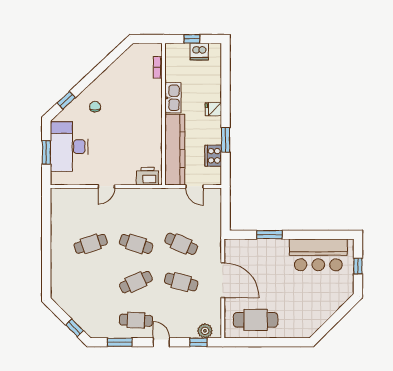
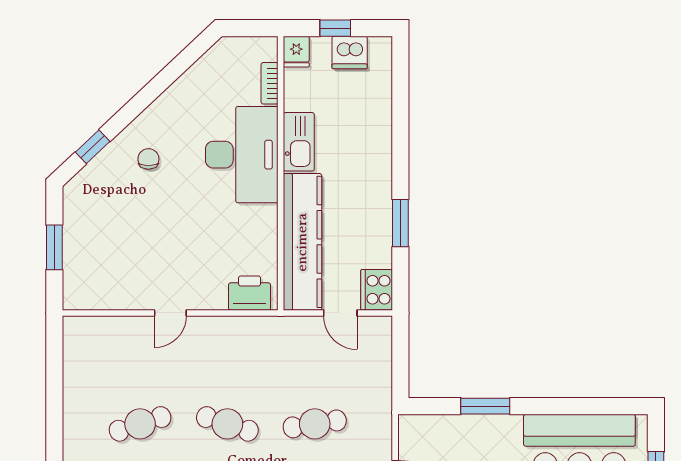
fridge: (213, 109) -> (296, 52), moved, turned -90
desk: (69, 147) -> (242, 155), moved, turned 180
cooker: (213, 156) -> (377, 290), moved
cafe table: (181, 244) -> (315, 424), turned -33

